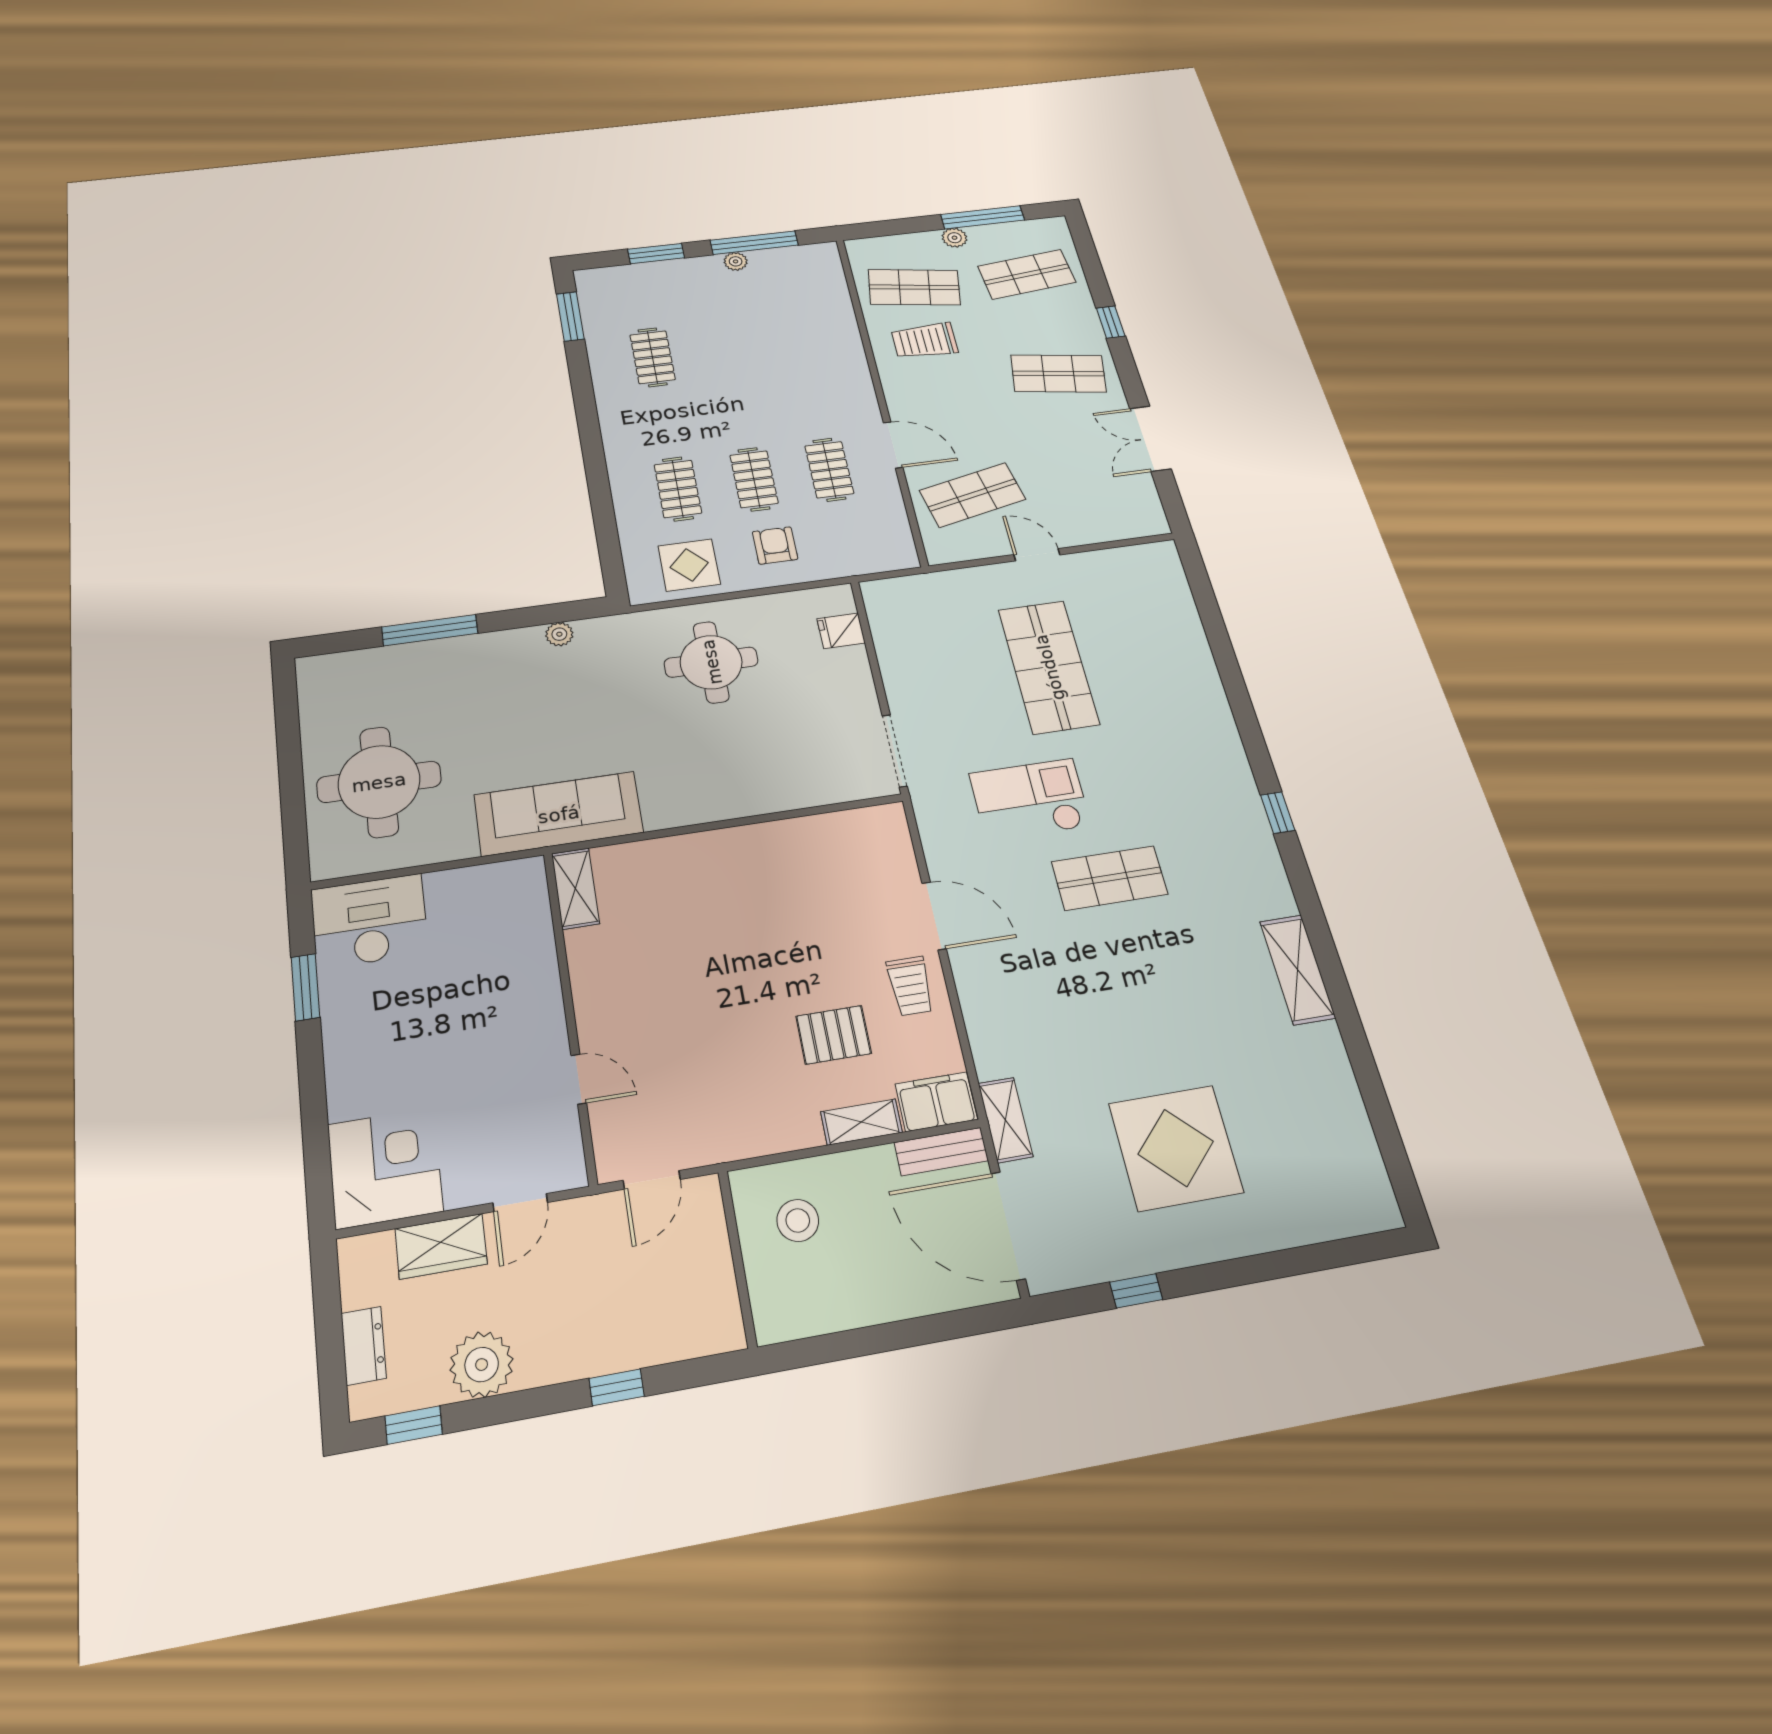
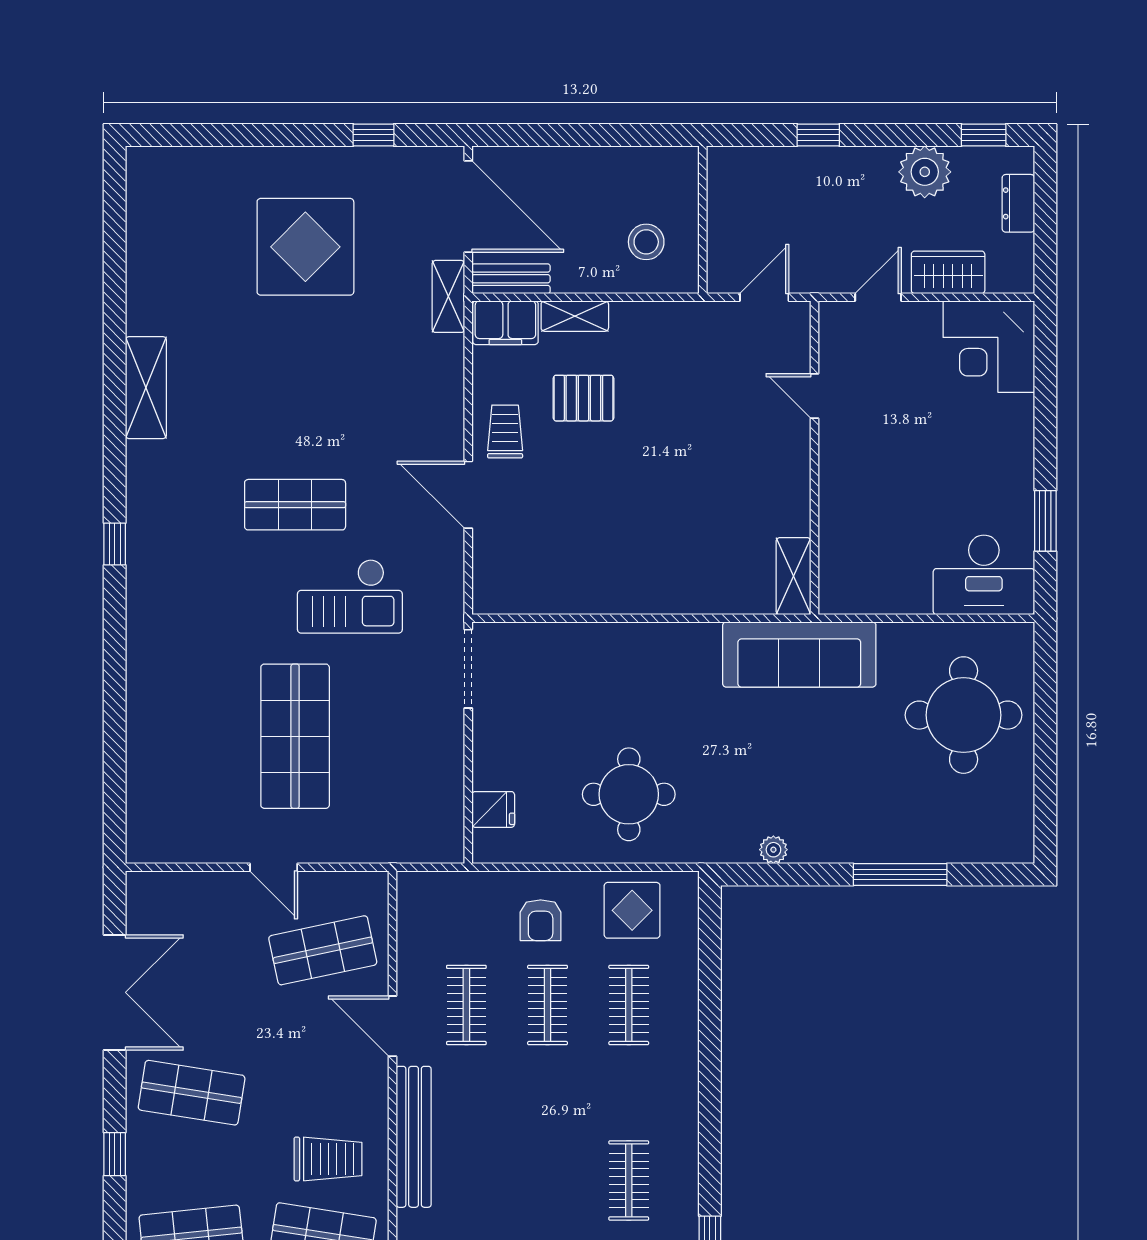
bench: (853, 366) -> (414, 1137), added
double door: (1150, 439) -> (115, 992), width x1.37

